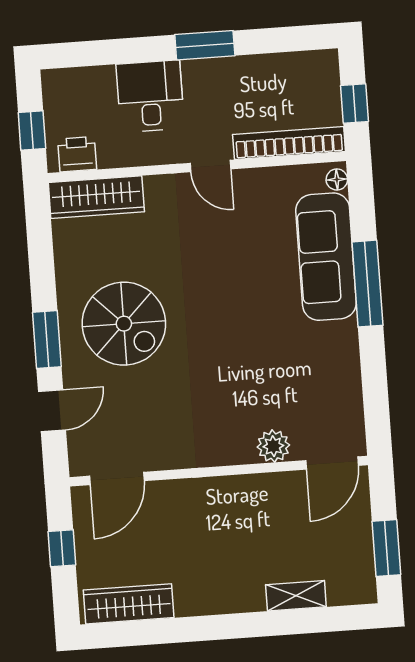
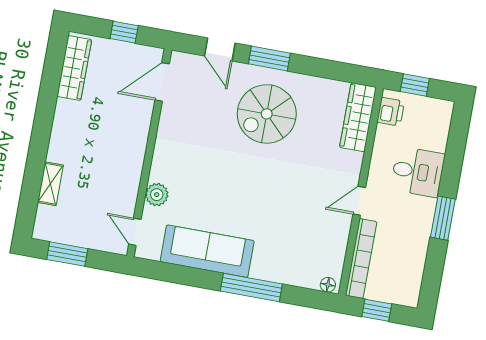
sofa: (326, 257) -> (207, 251), moved
door: (332, 463) -> (135, 232), width x0.73
door: (117, 478) -> (162, 82), hinge flipped

